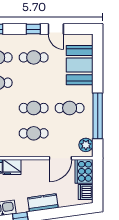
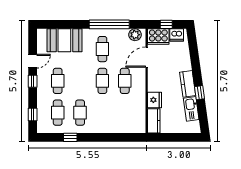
door: (60, 158) -> (147, 57), swing flipped
window: (98, 180) -> (166, 24), added
kitchen counter: (43, 203) -> (188, 84), moved

